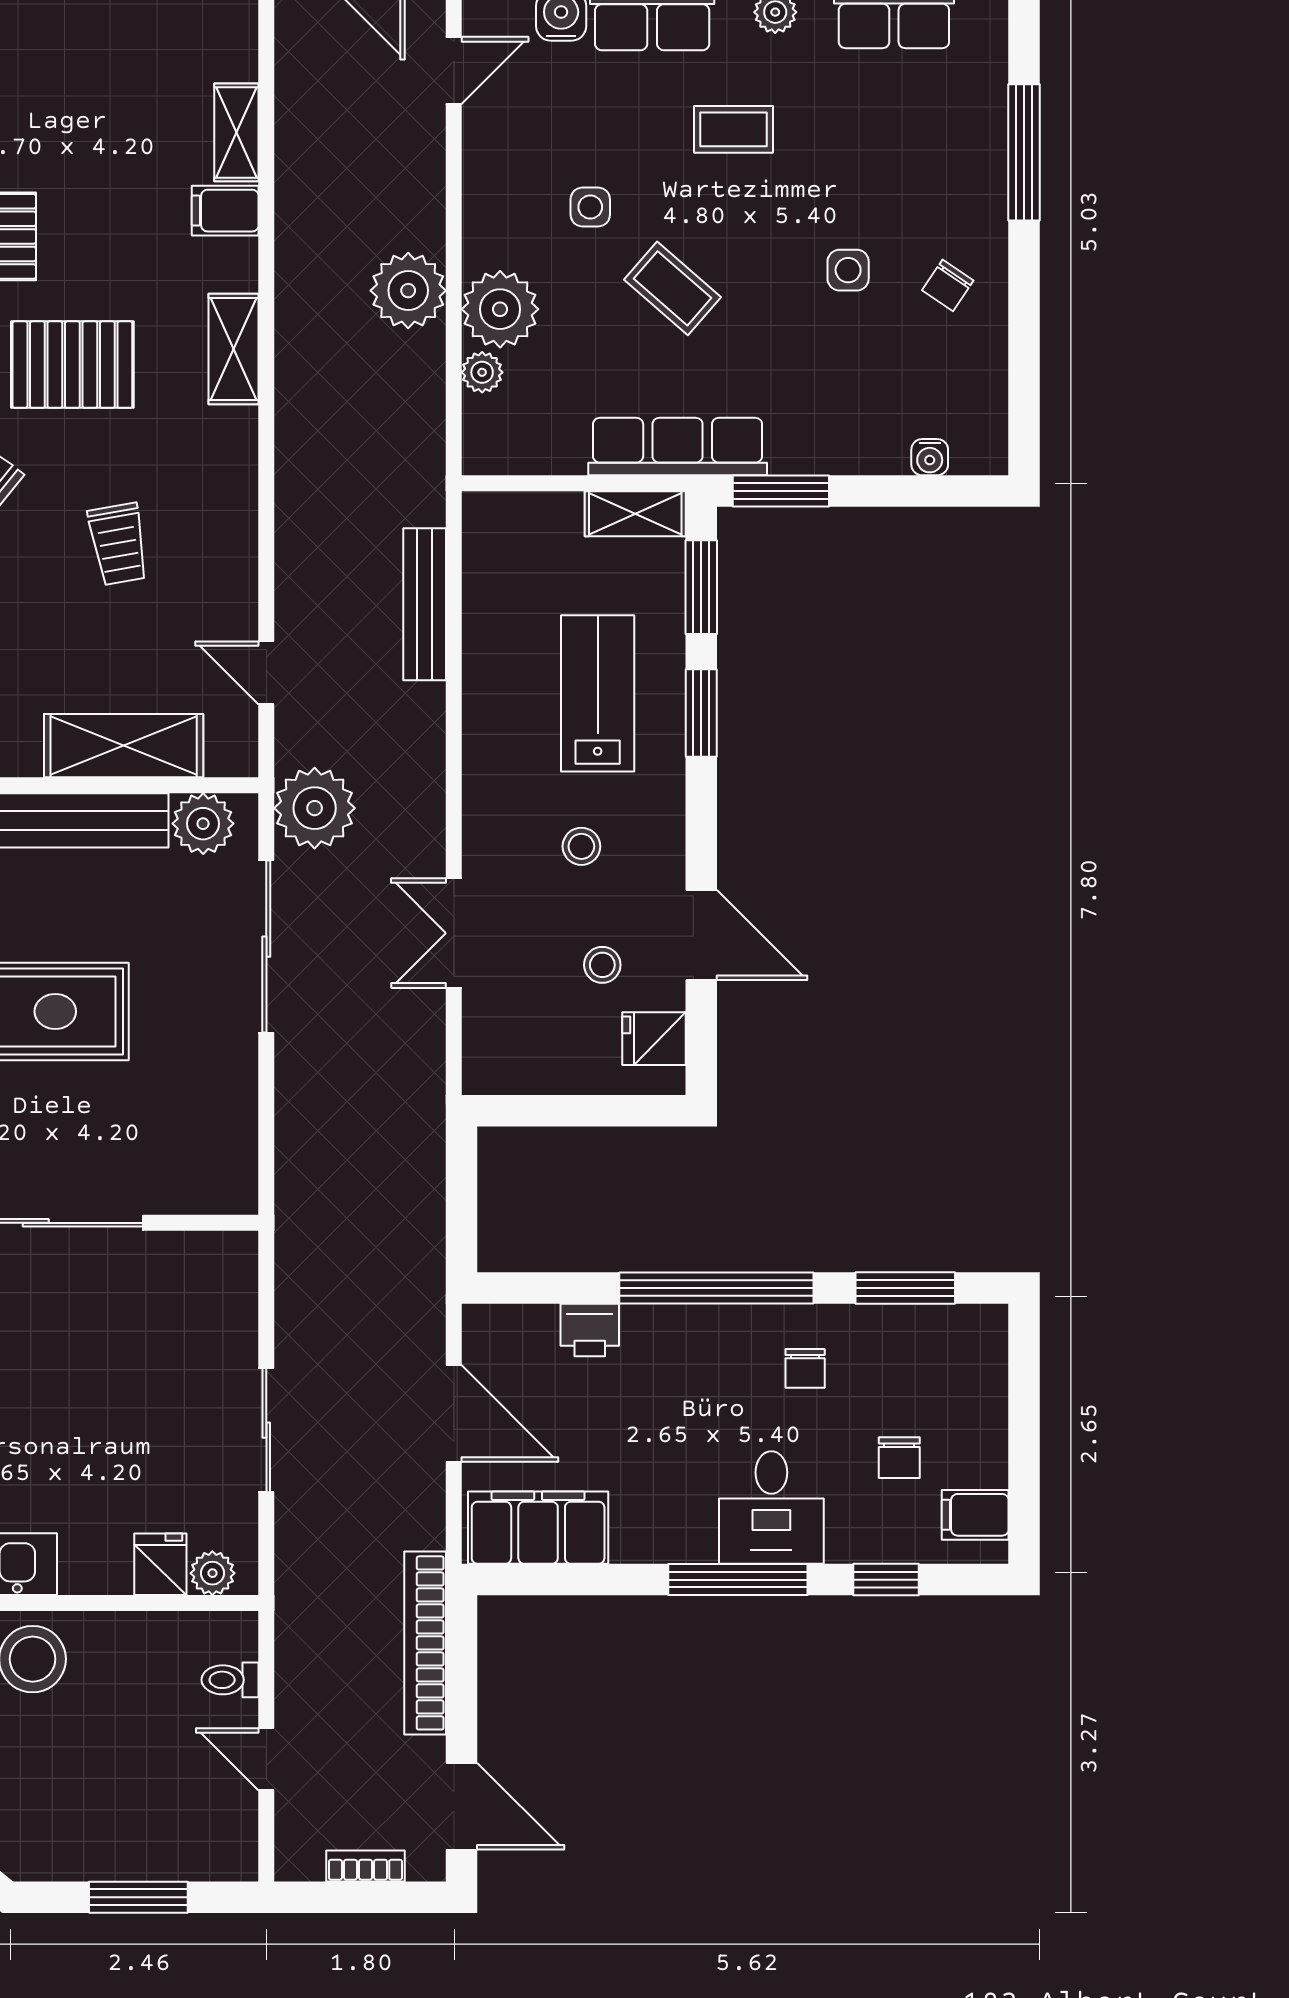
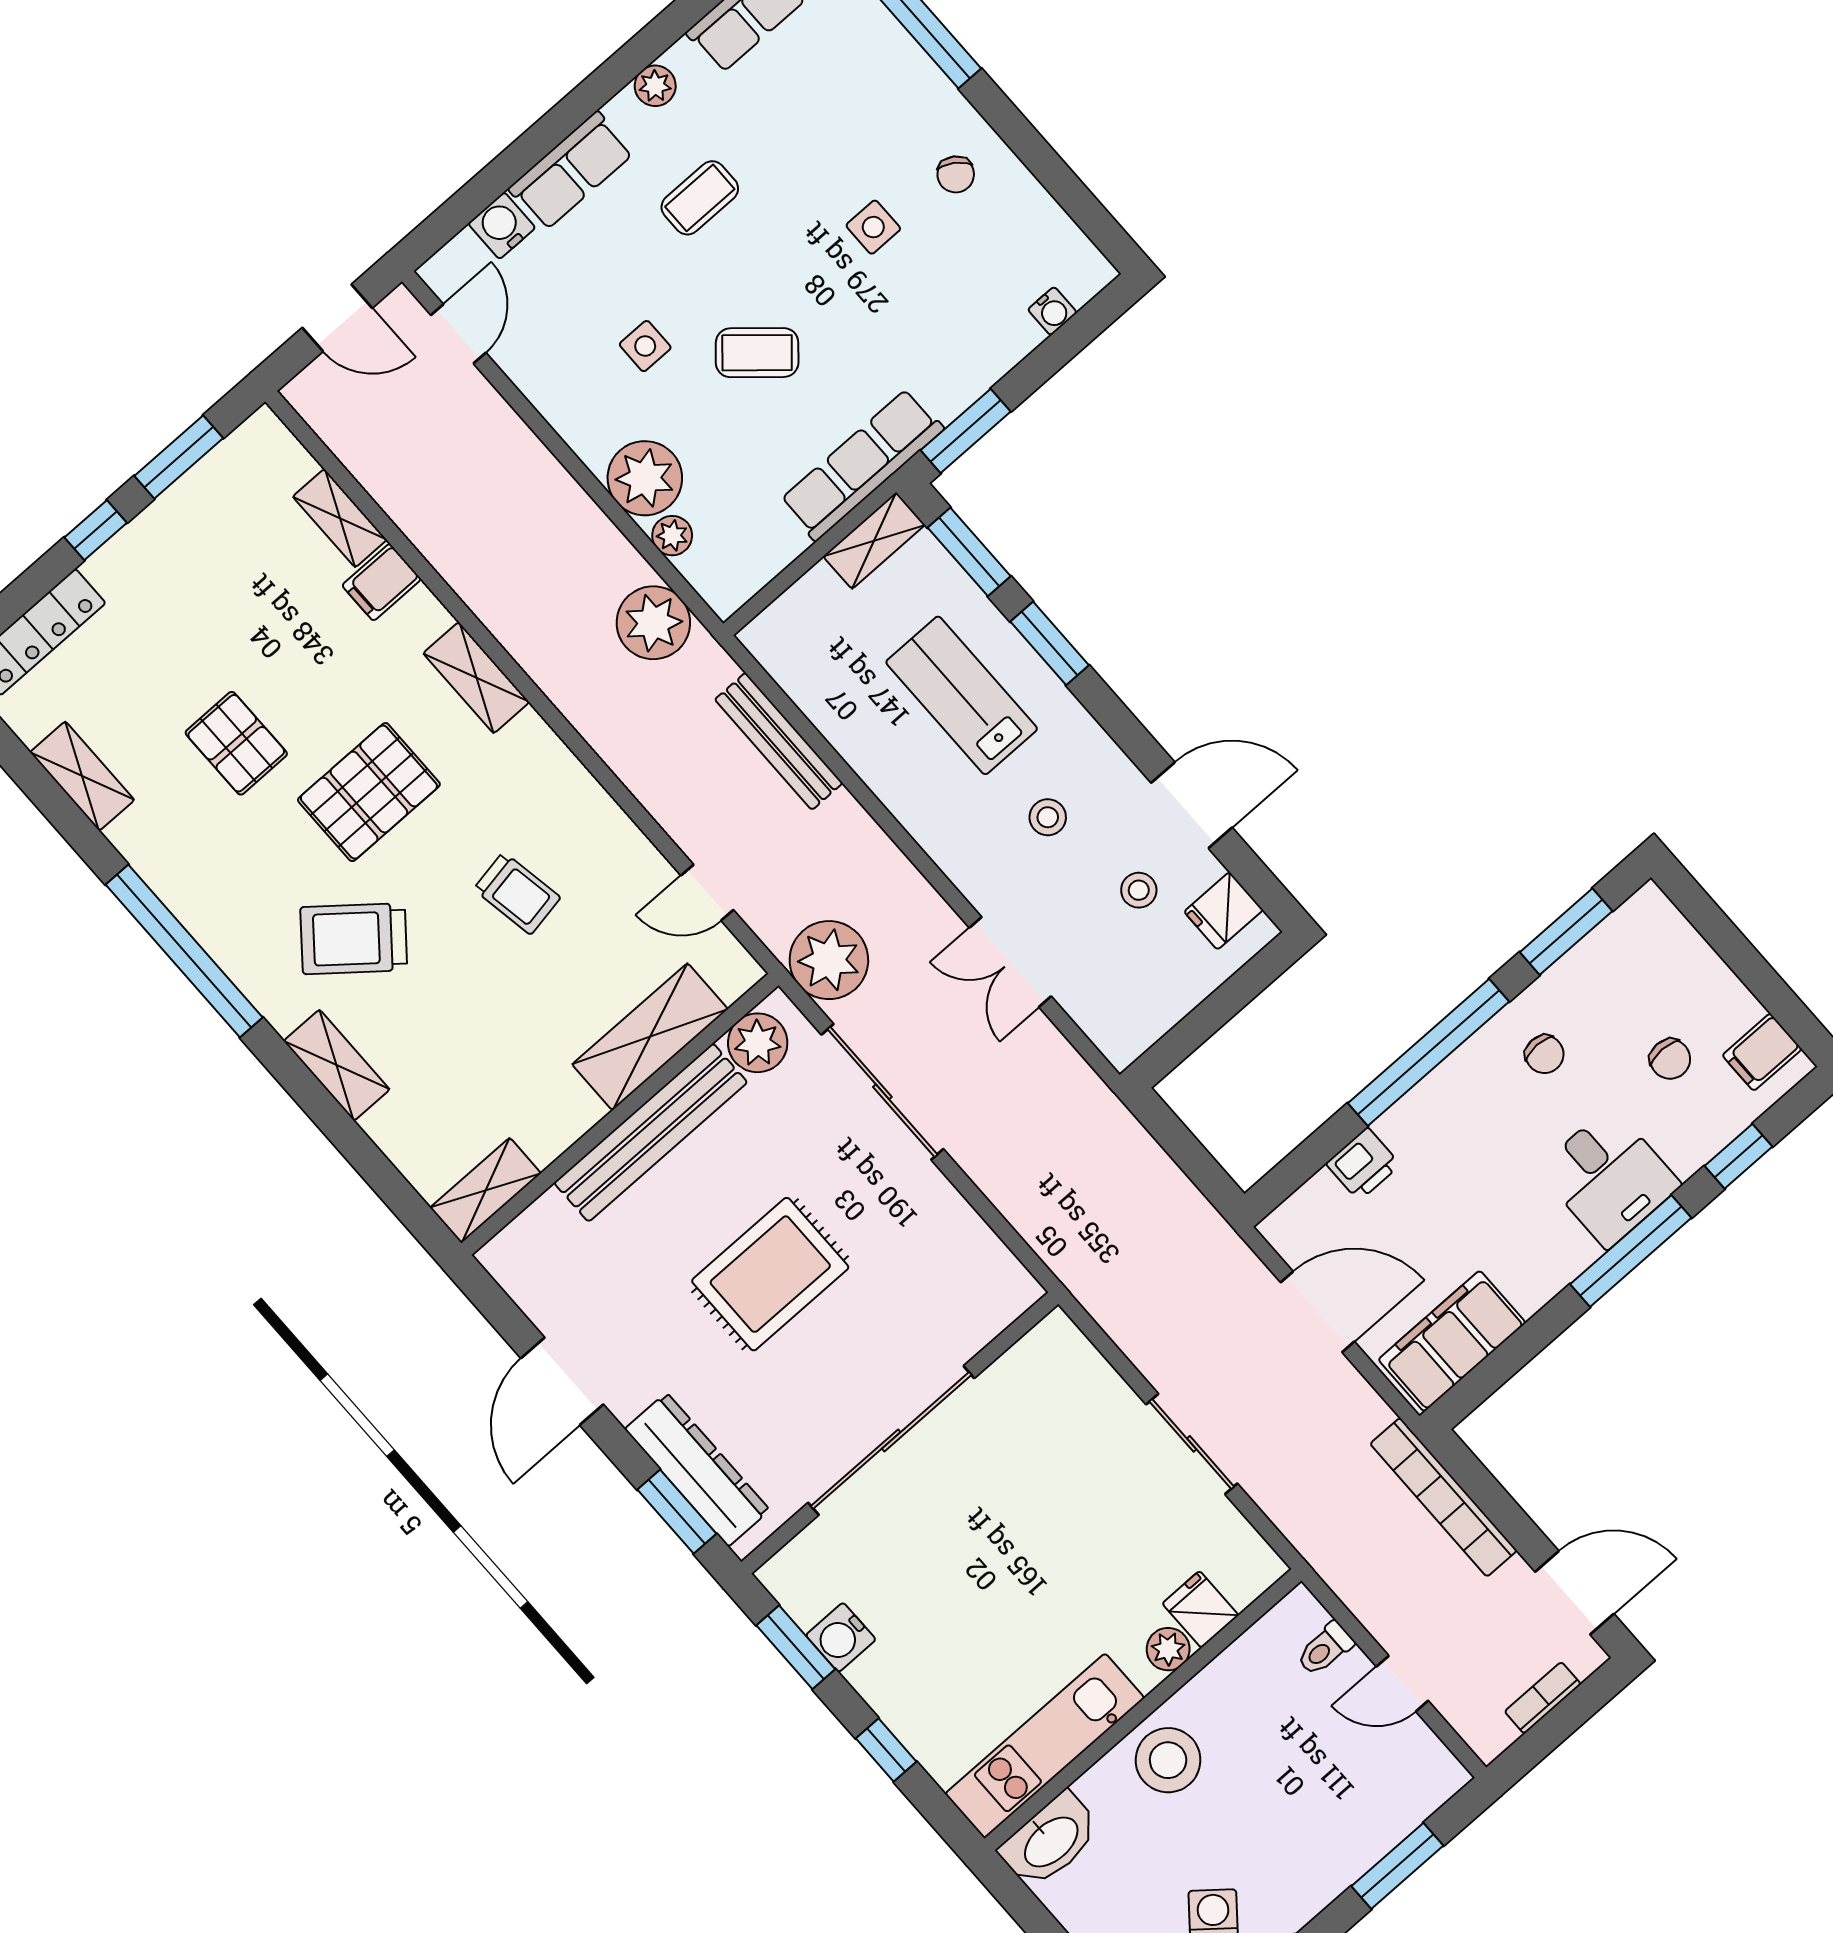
plant: (408, 291) -> (653, 623), moved
plant: (212, 1573) -> (1168, 1649), moved

